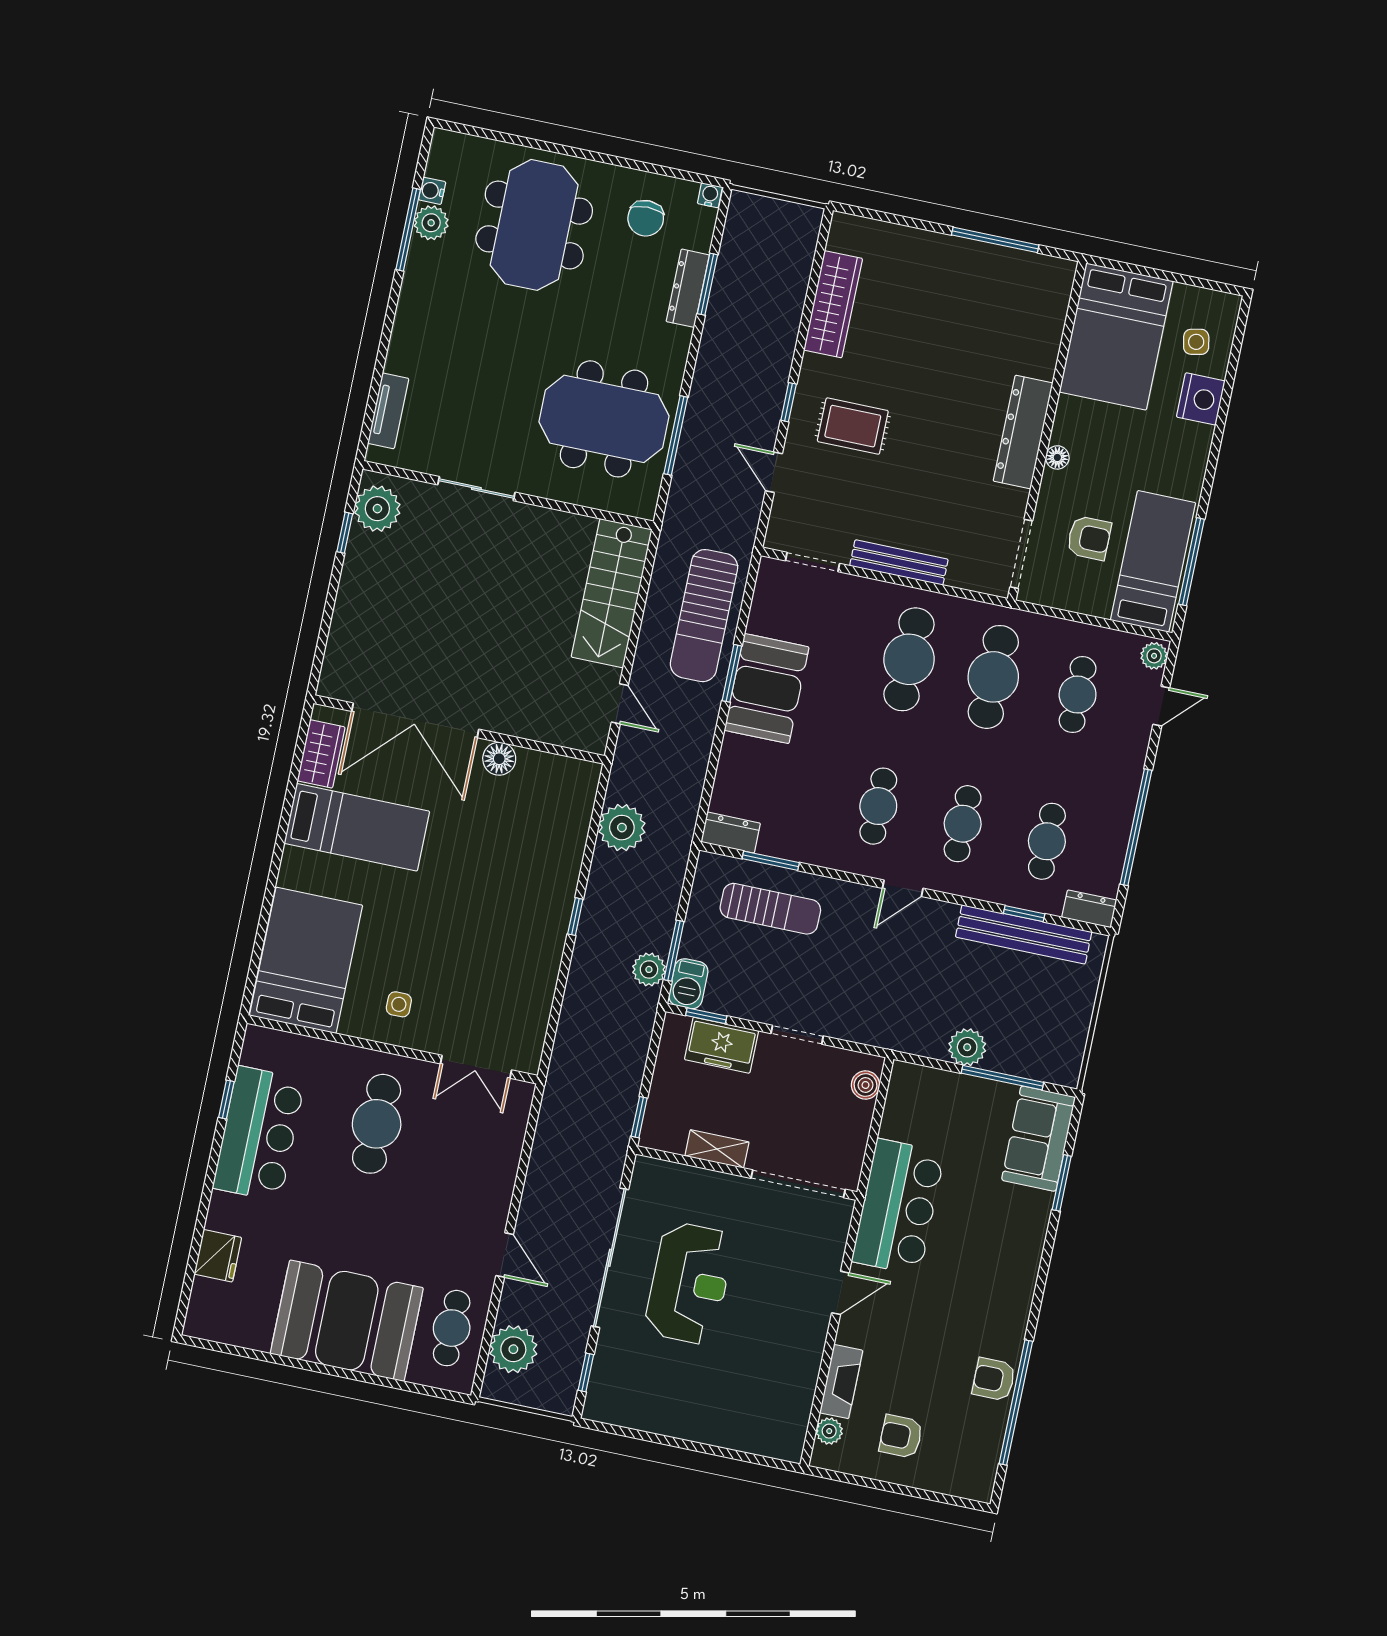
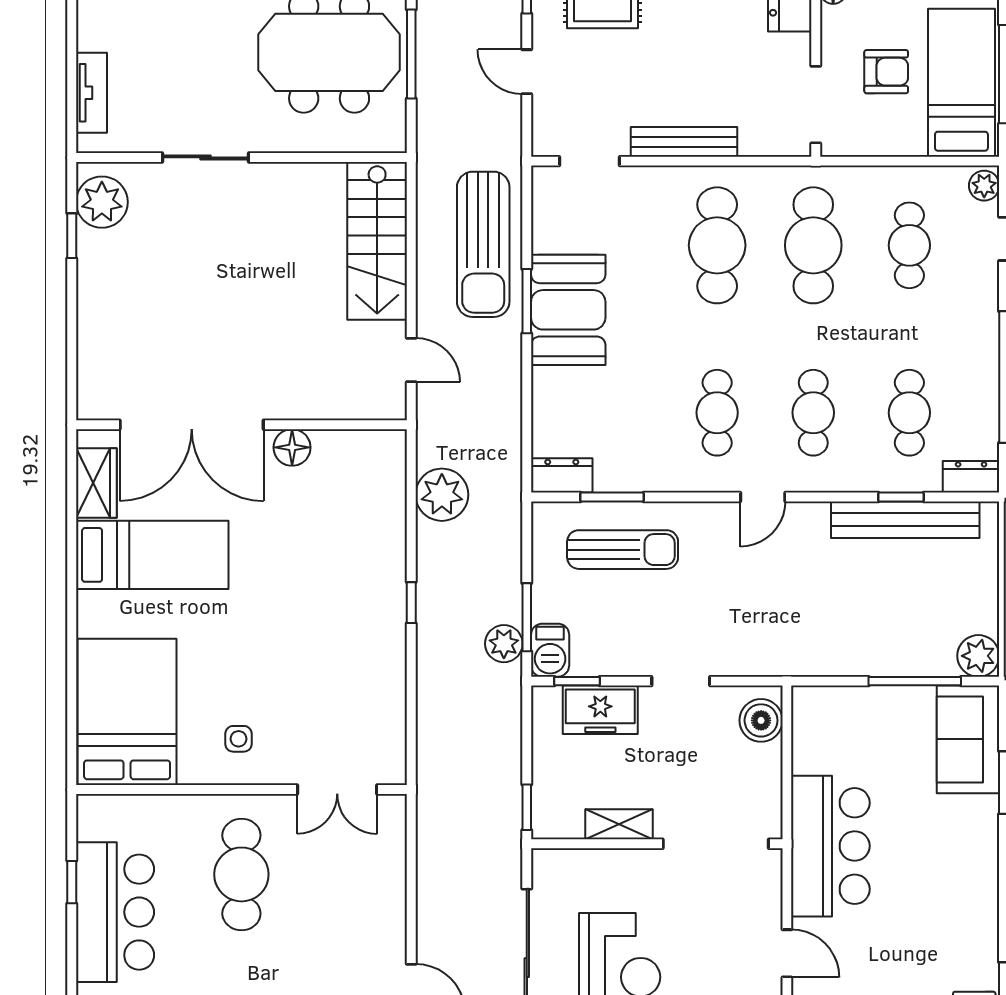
plant: (967, 1047) -> (978, 656), moved
boiler: (865, 1085) -> (761, 720), width x1.36, depth x1.36
door: (840, 1293) -> (787, 953), hinge flipped

